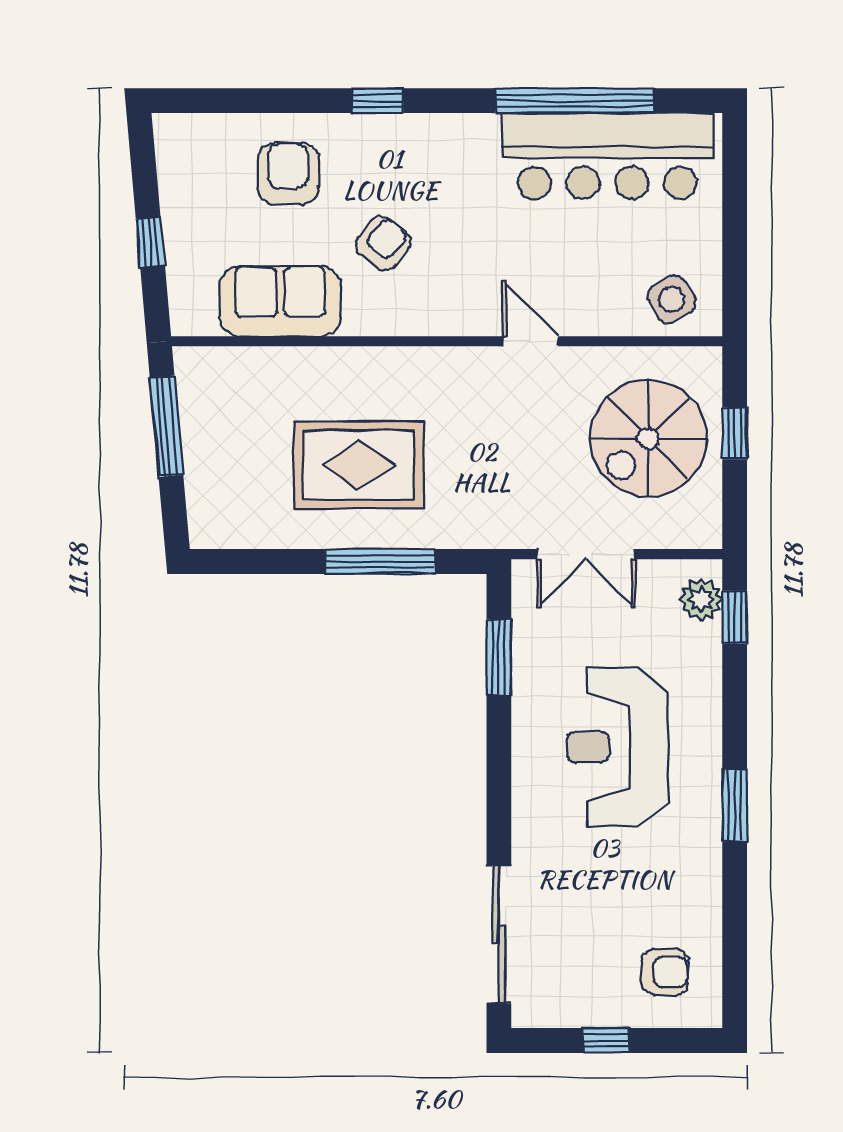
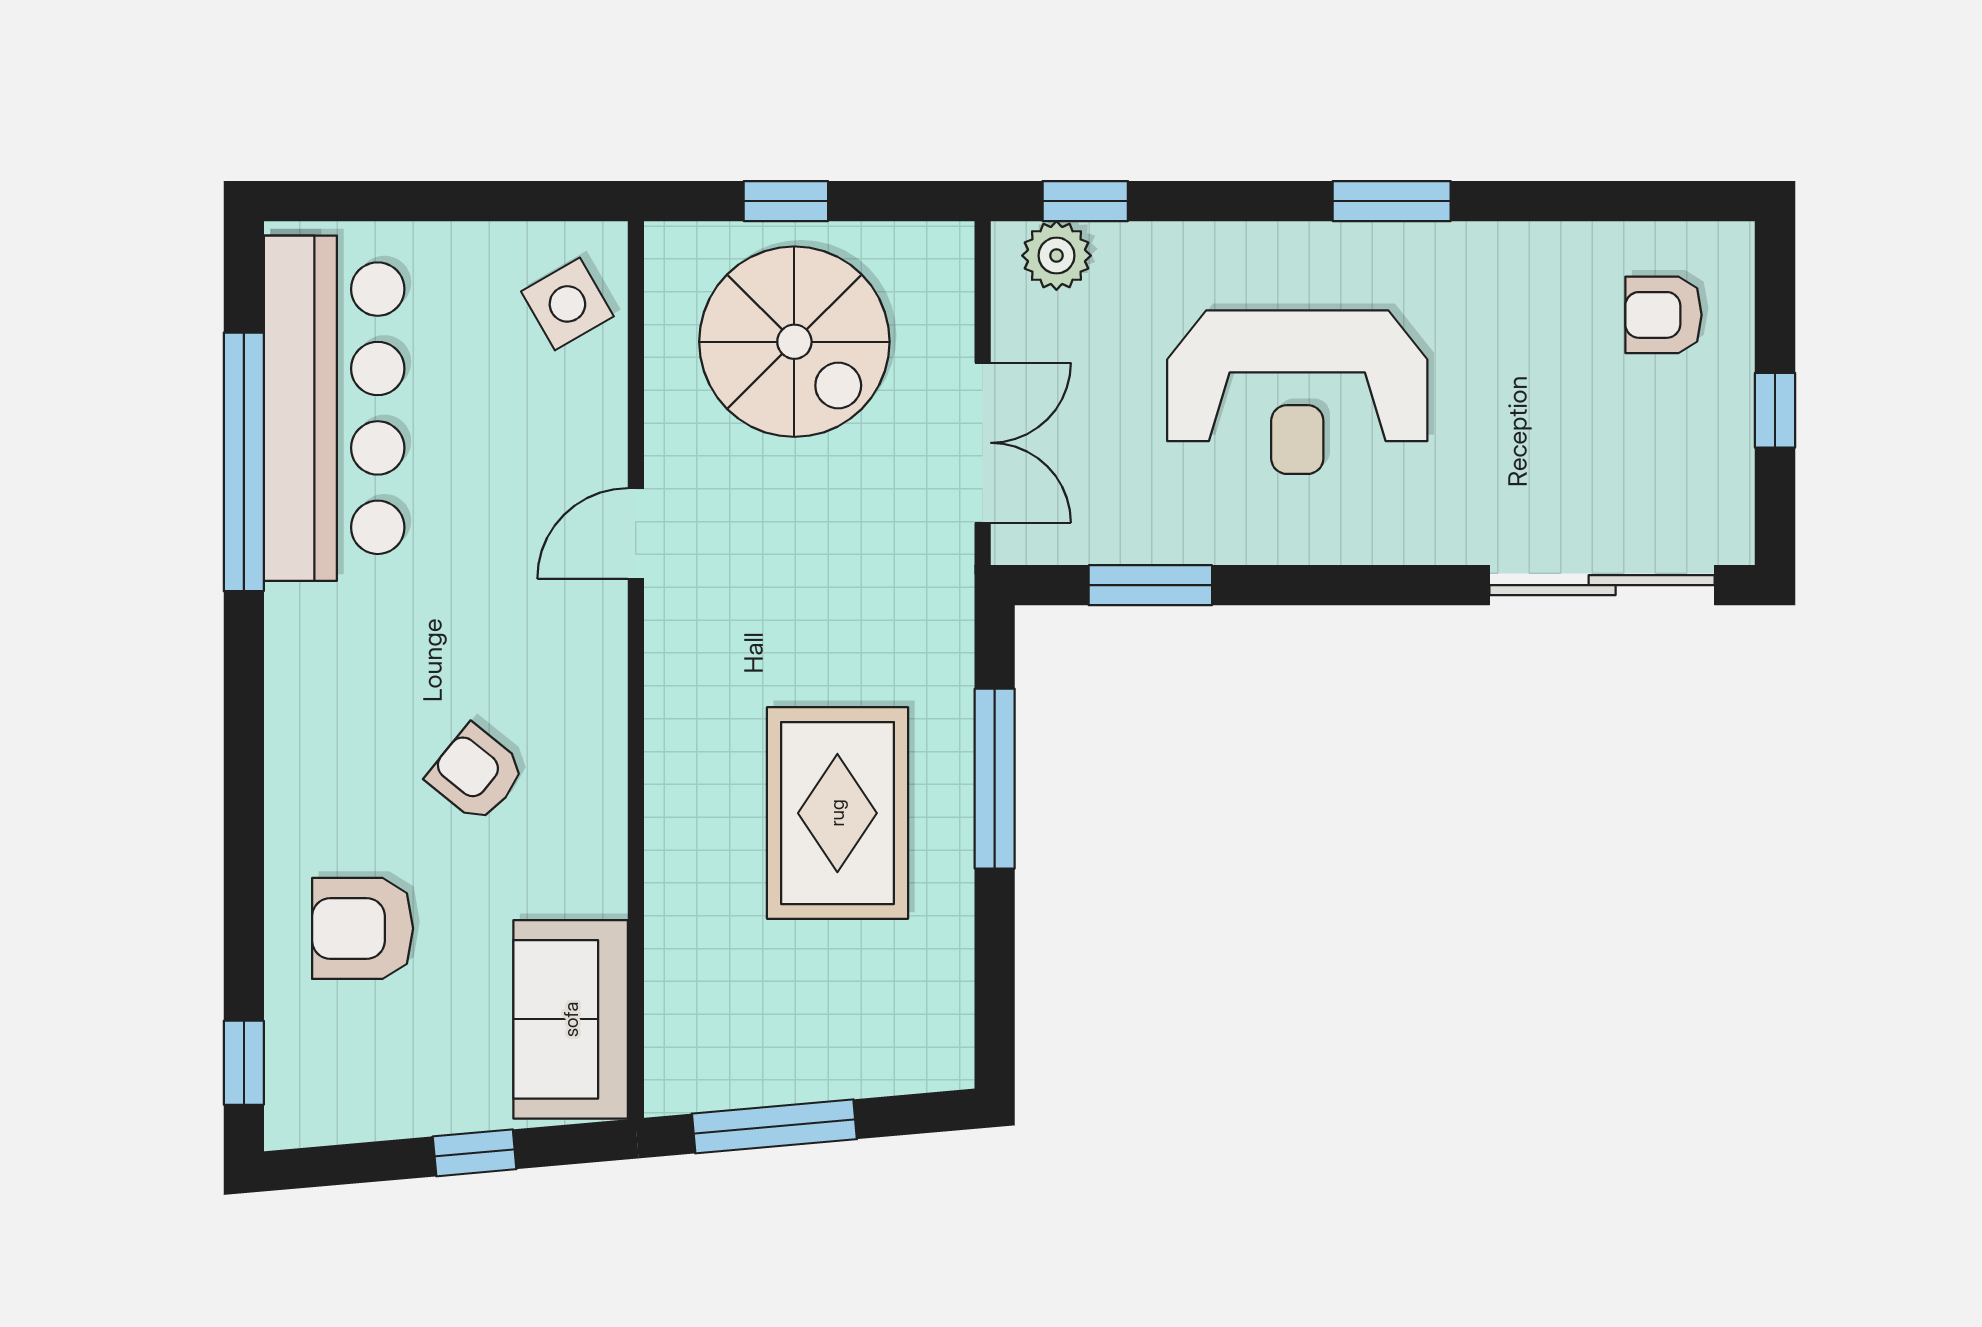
window: (378, 101) -> (244, 1063), moved
sofa: (280, 301) -> (571, 1019), moved
armchair: (665, 972) -> (1663, 315), turned -90

